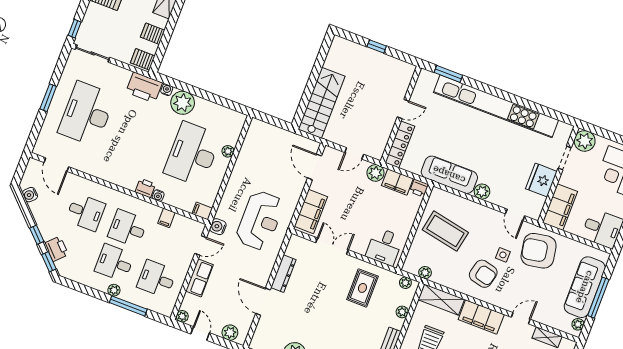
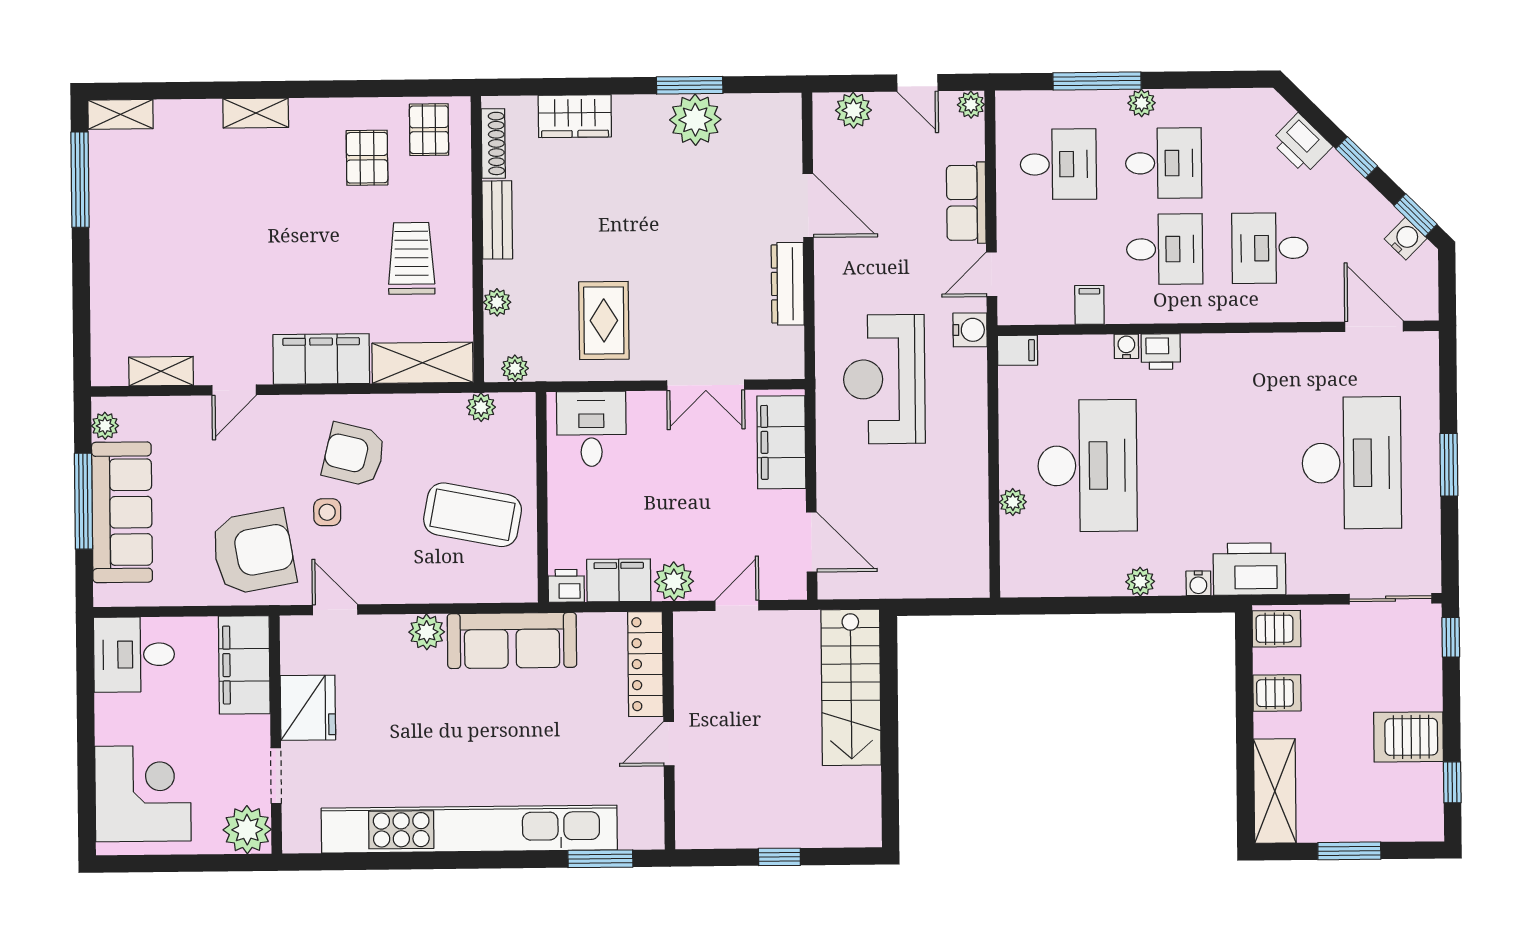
plant: (183, 103) -> (1140, 582), width x0.53, depth x0.53
window: (49, 262) -> (1415, 215), moved

